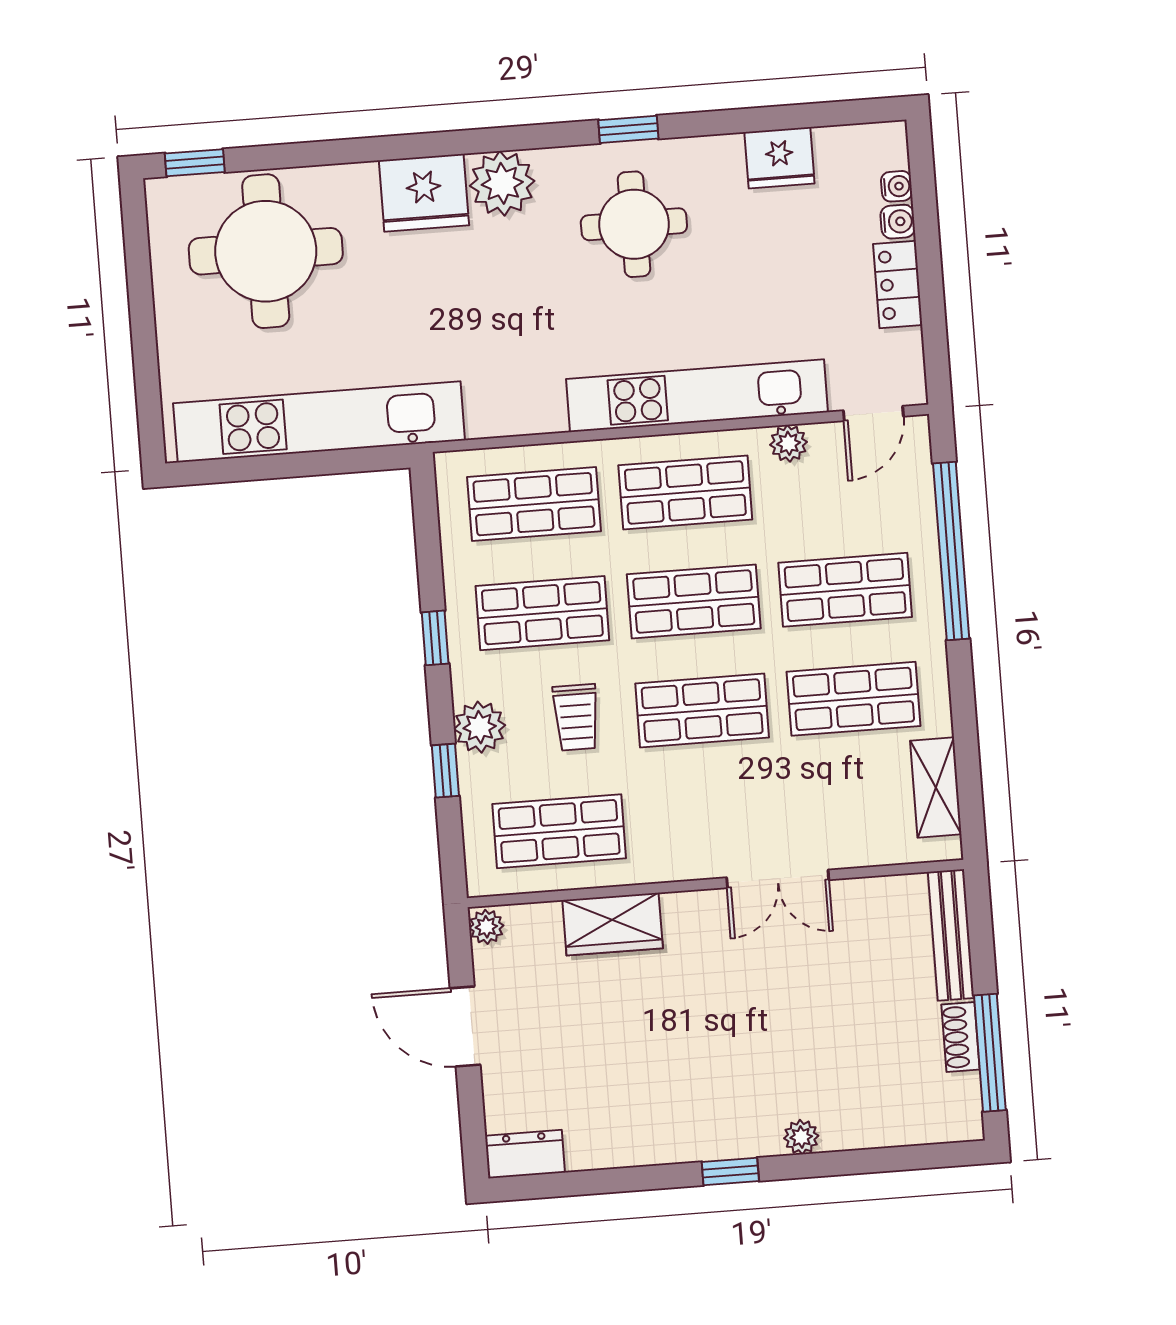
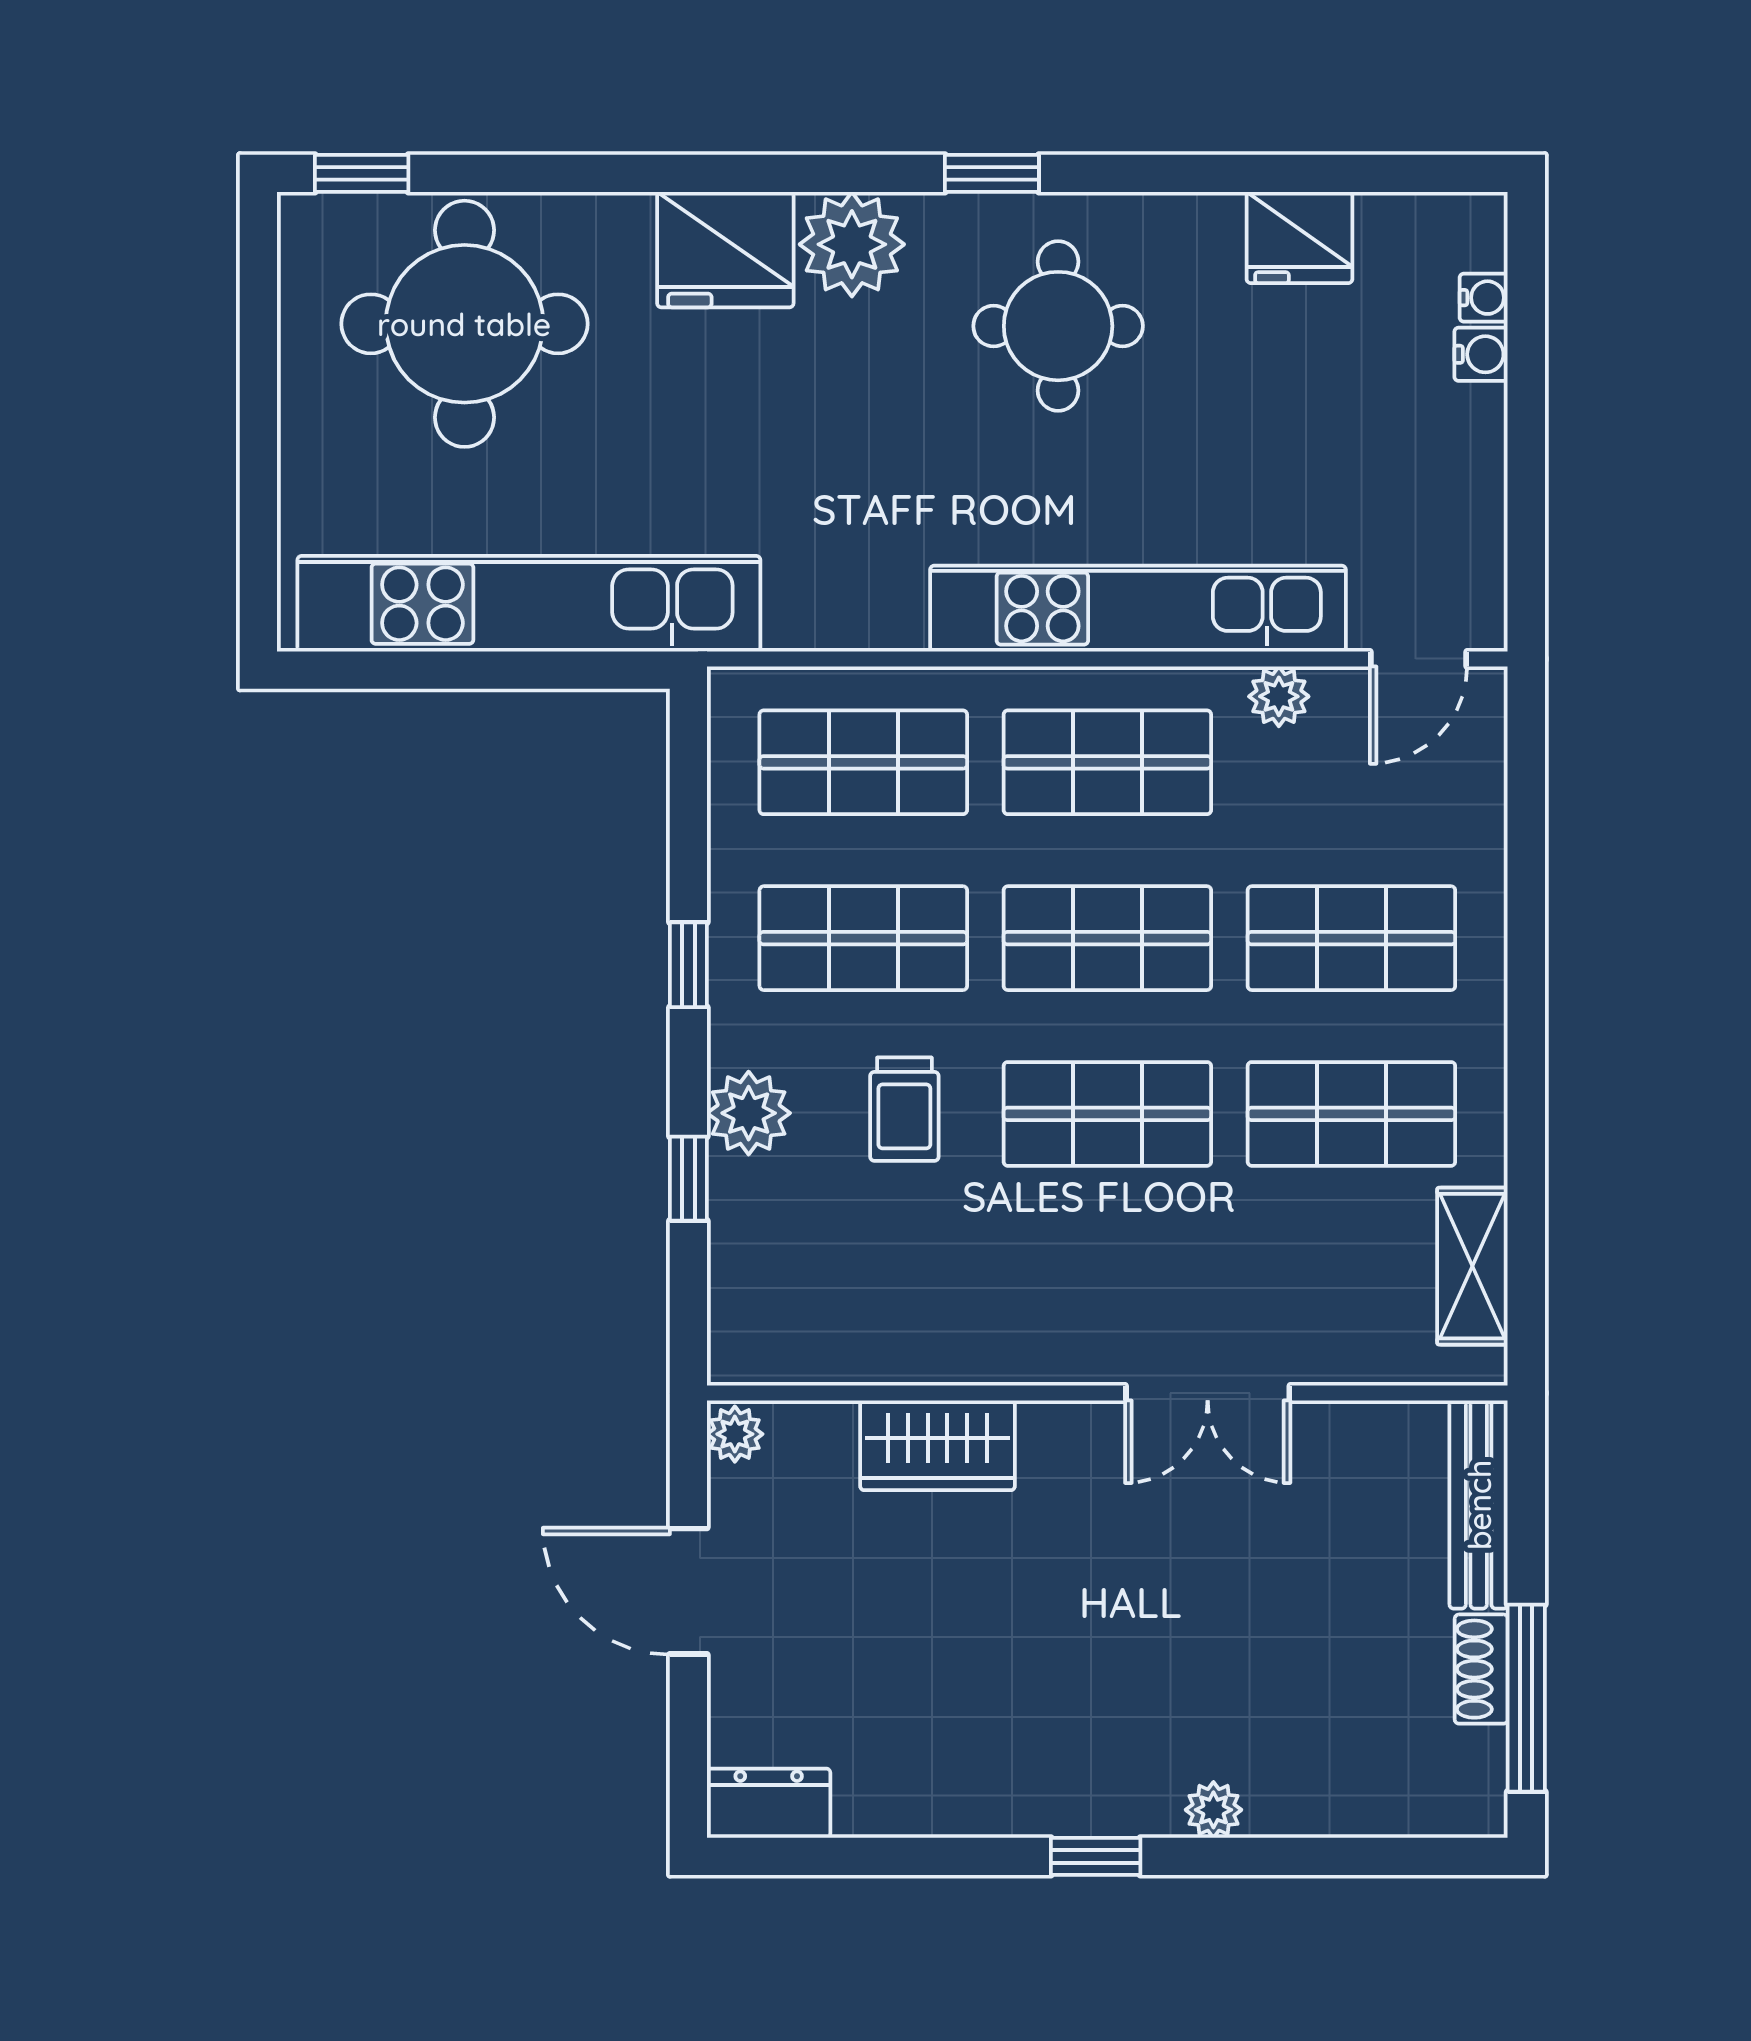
window: (628, 129) -> (992, 173), moved
locker: (898, 284) -> (1473, 455), removed
window: (951, 551) -> (1526, 889), removed
shop shelf: (559, 831) -> (863, 1290), removed

